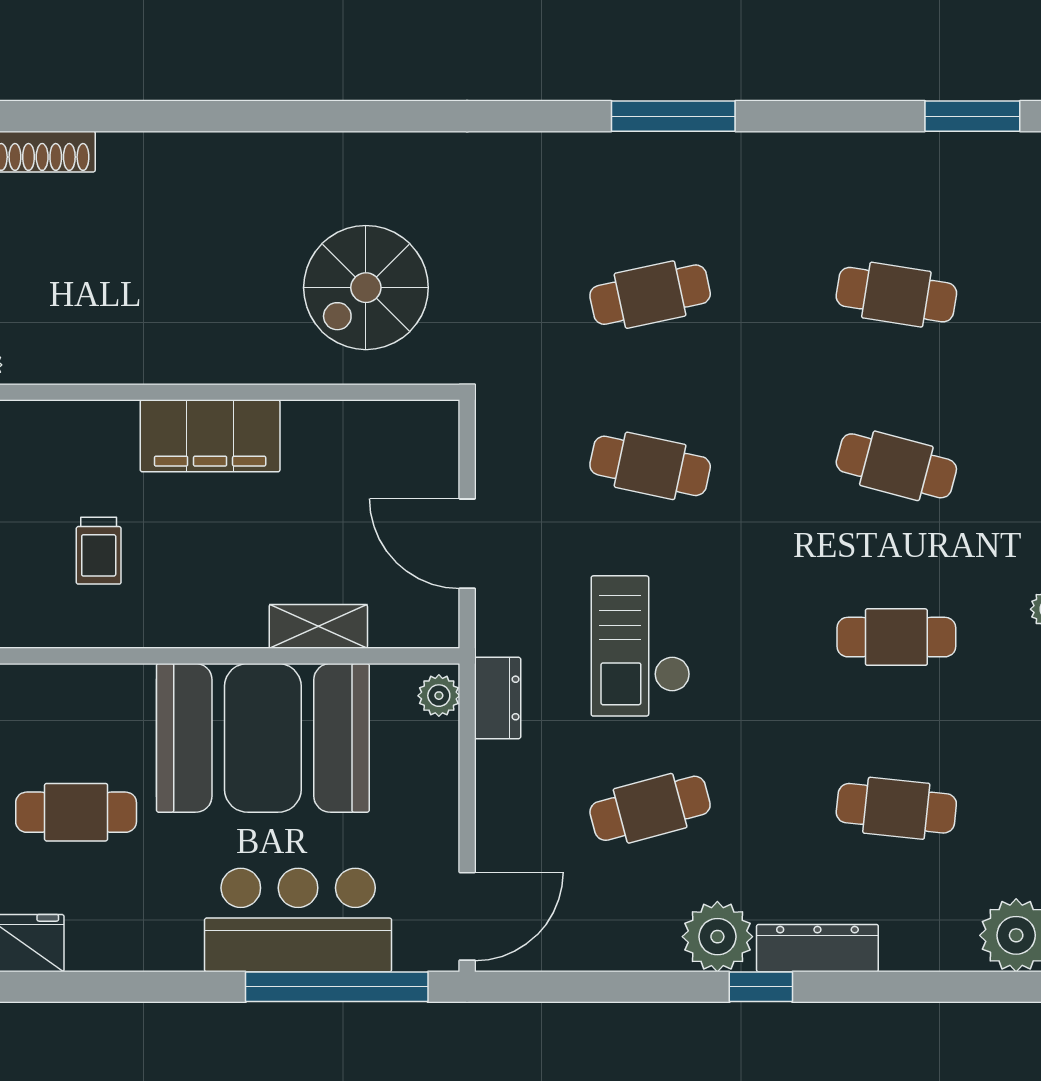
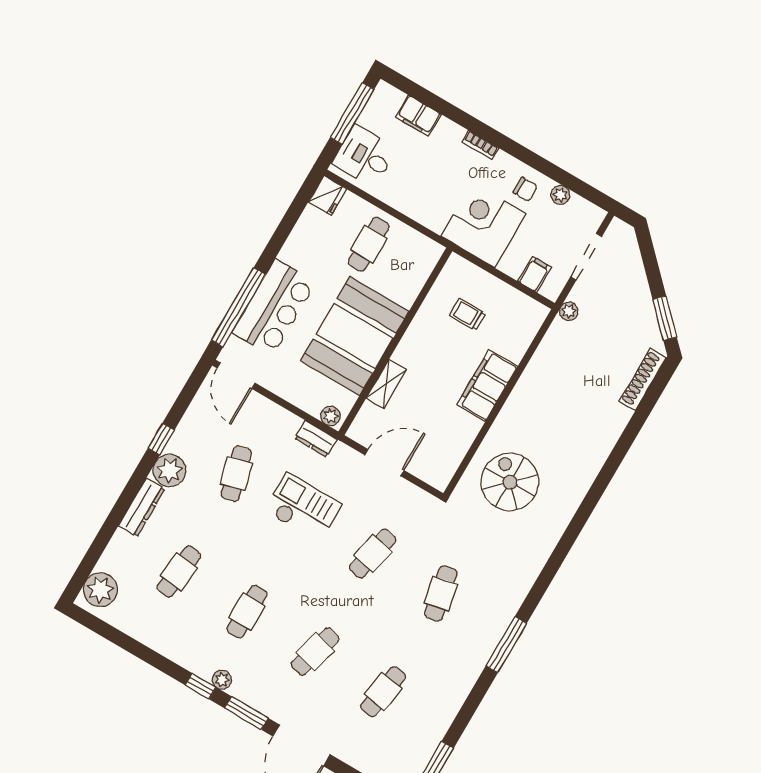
window: (761, 987) -> (161, 439), moved

